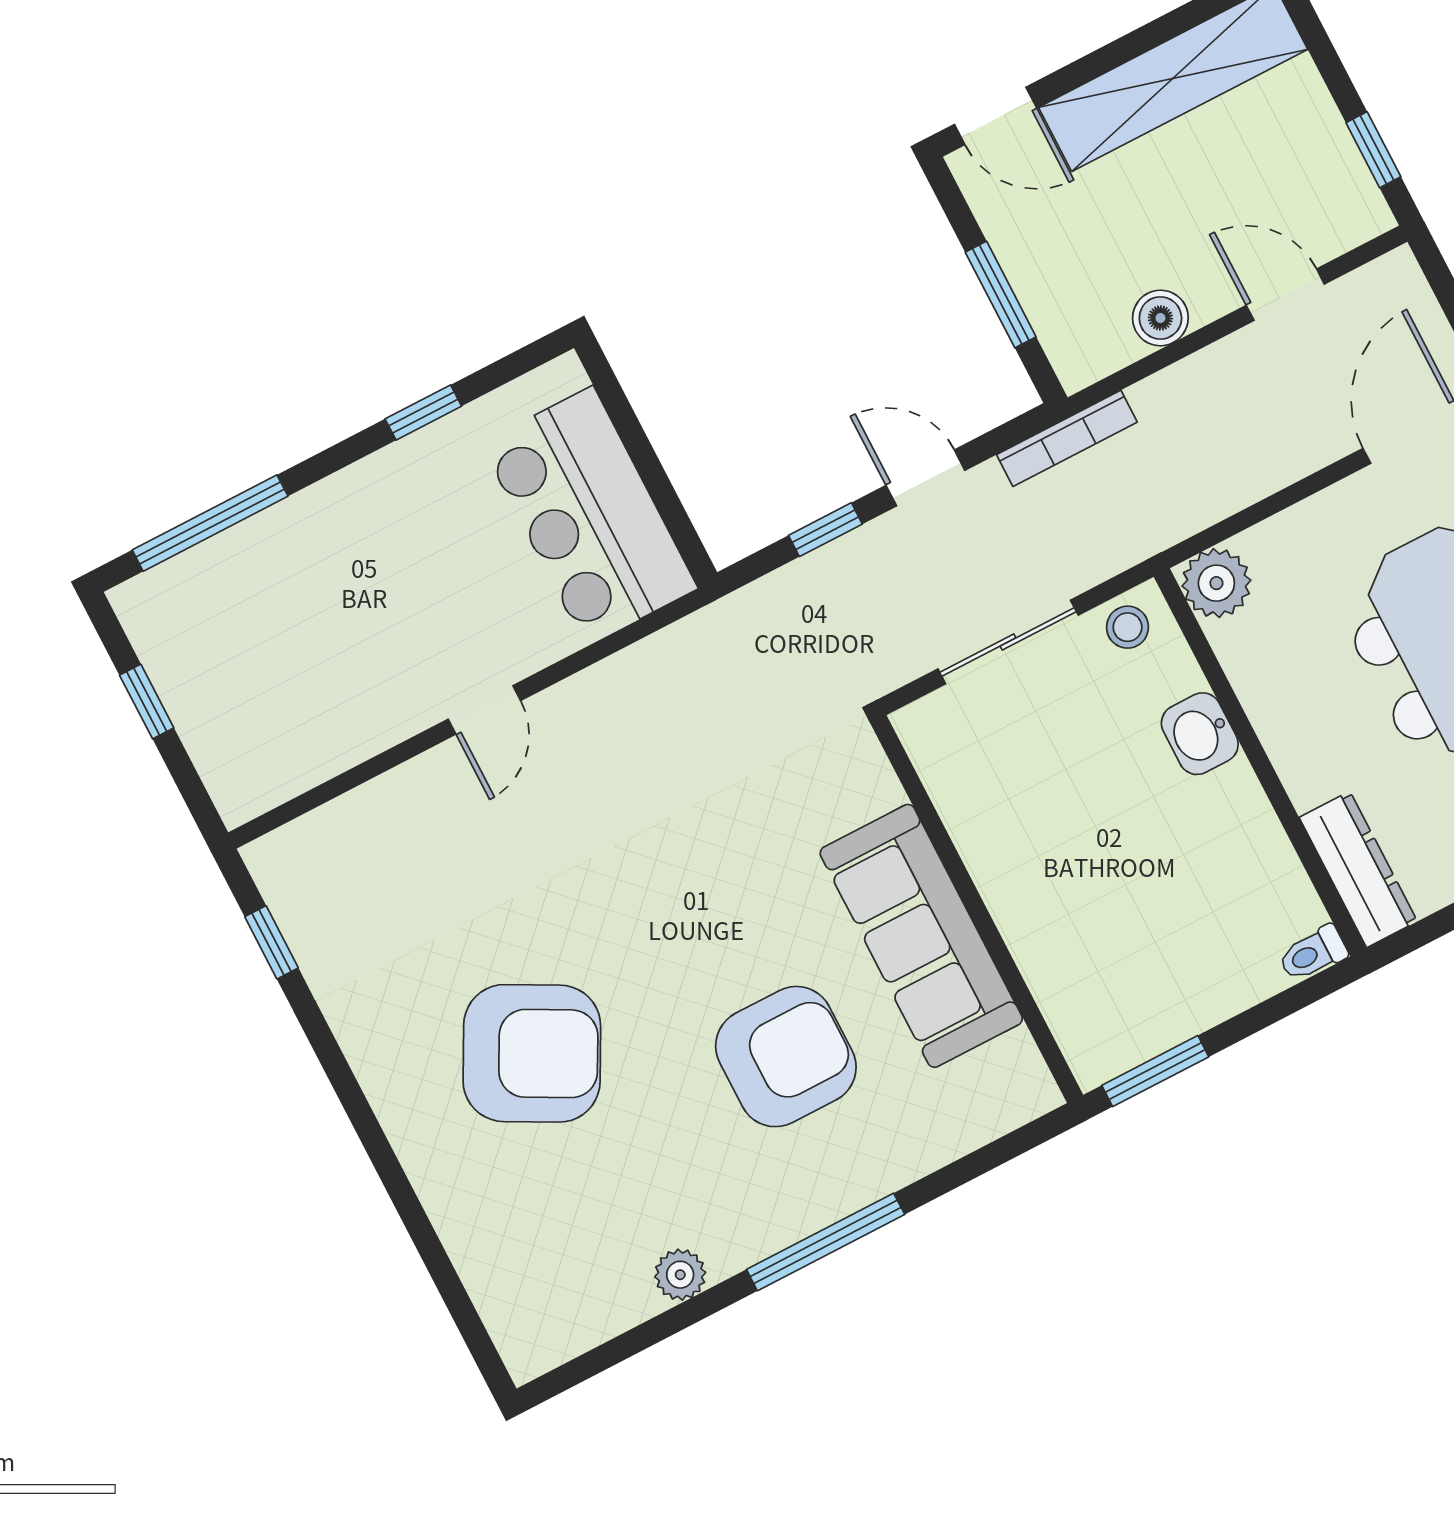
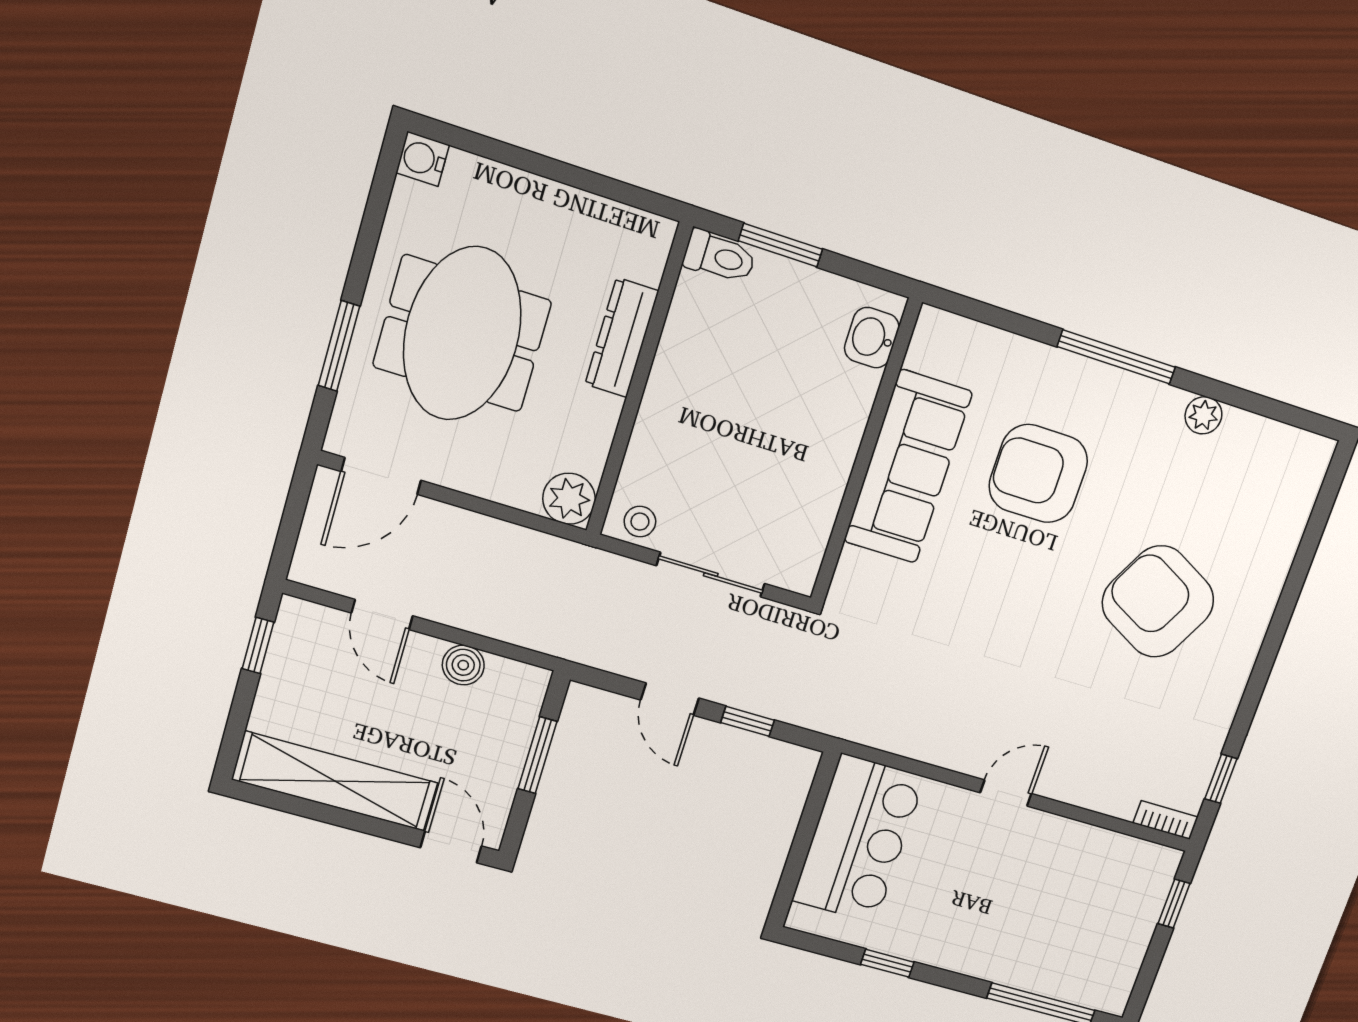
bookcase: (1067, 438) -> (1166, 820), moved, width x0.64
window: (147, 702) -> (1174, 904), moved
washbasin: (1200, 734) -> (872, 338), moved, turned 180
dresser: (1358, 869) -> (622, 338), moved
toilet: (1313, 954) -> (719, 257), width x1.37, depth x1.39
window: (1155, 1071) -> (781, 245), moved

